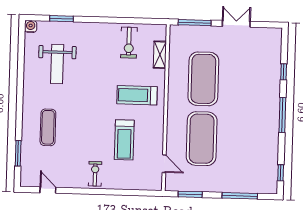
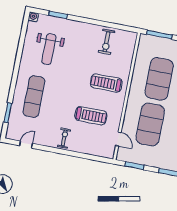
shelving: (160, 55) -> (129, 55), removed
exercise mat: (48, 127) -> (34, 97), width x1.36, depth x1.45
treadmill: (124, 140) -> (91, 116), turned -90
door: (48, 190) -> (26, 145), hinge flipped

